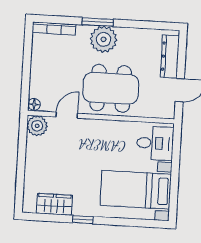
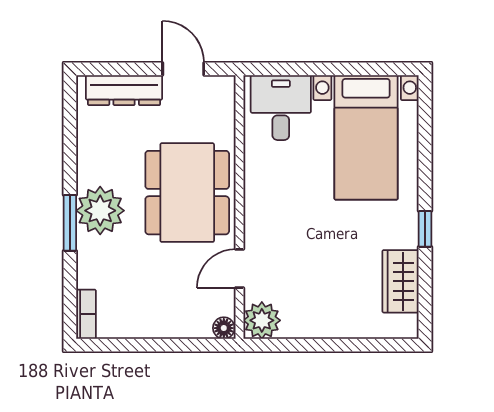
bookcase: (54, 28) -> (86, 314), width x0.64
door: (67, 115) -> (240, 269), hinge flipped

